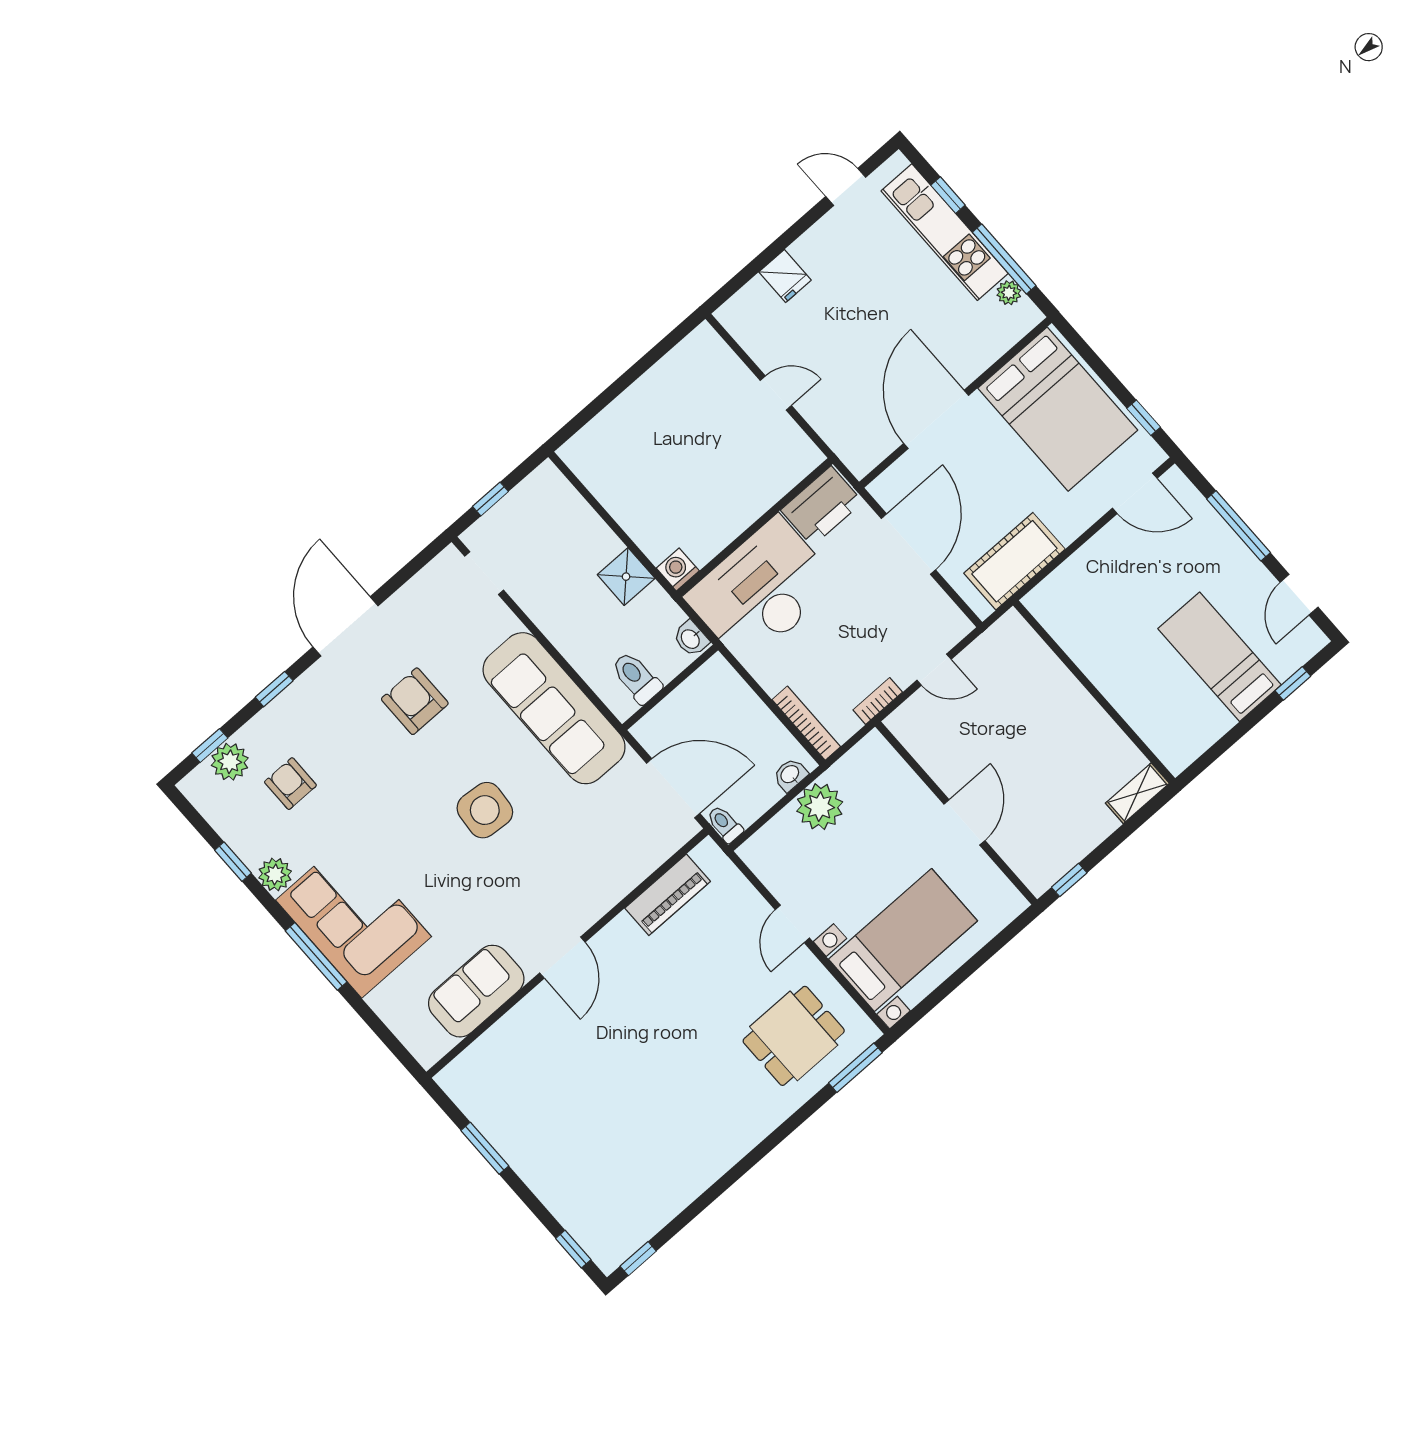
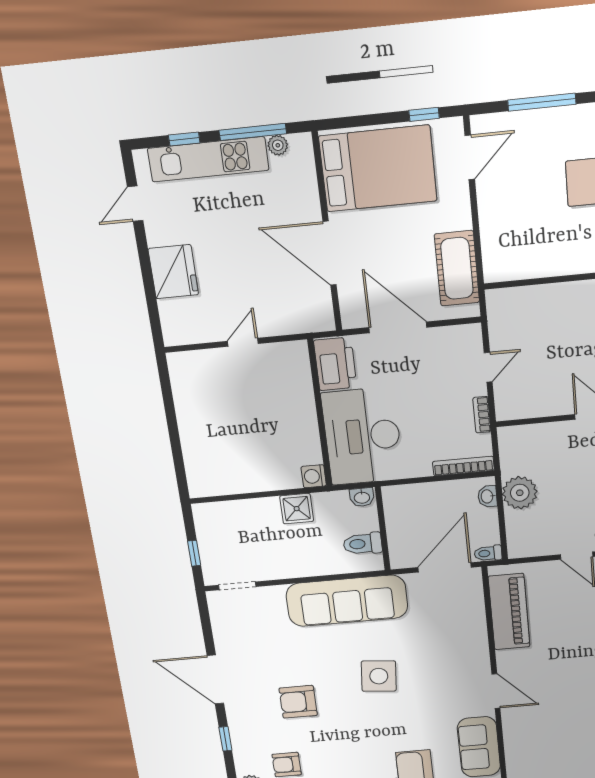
fridge: (785, 276) -> (173, 272), width x1.88, depth x1.34
armchair: (415, 701) -> (298, 702), moved
piano: (668, 895) -> (509, 612), width x1.37, depth x1.33

